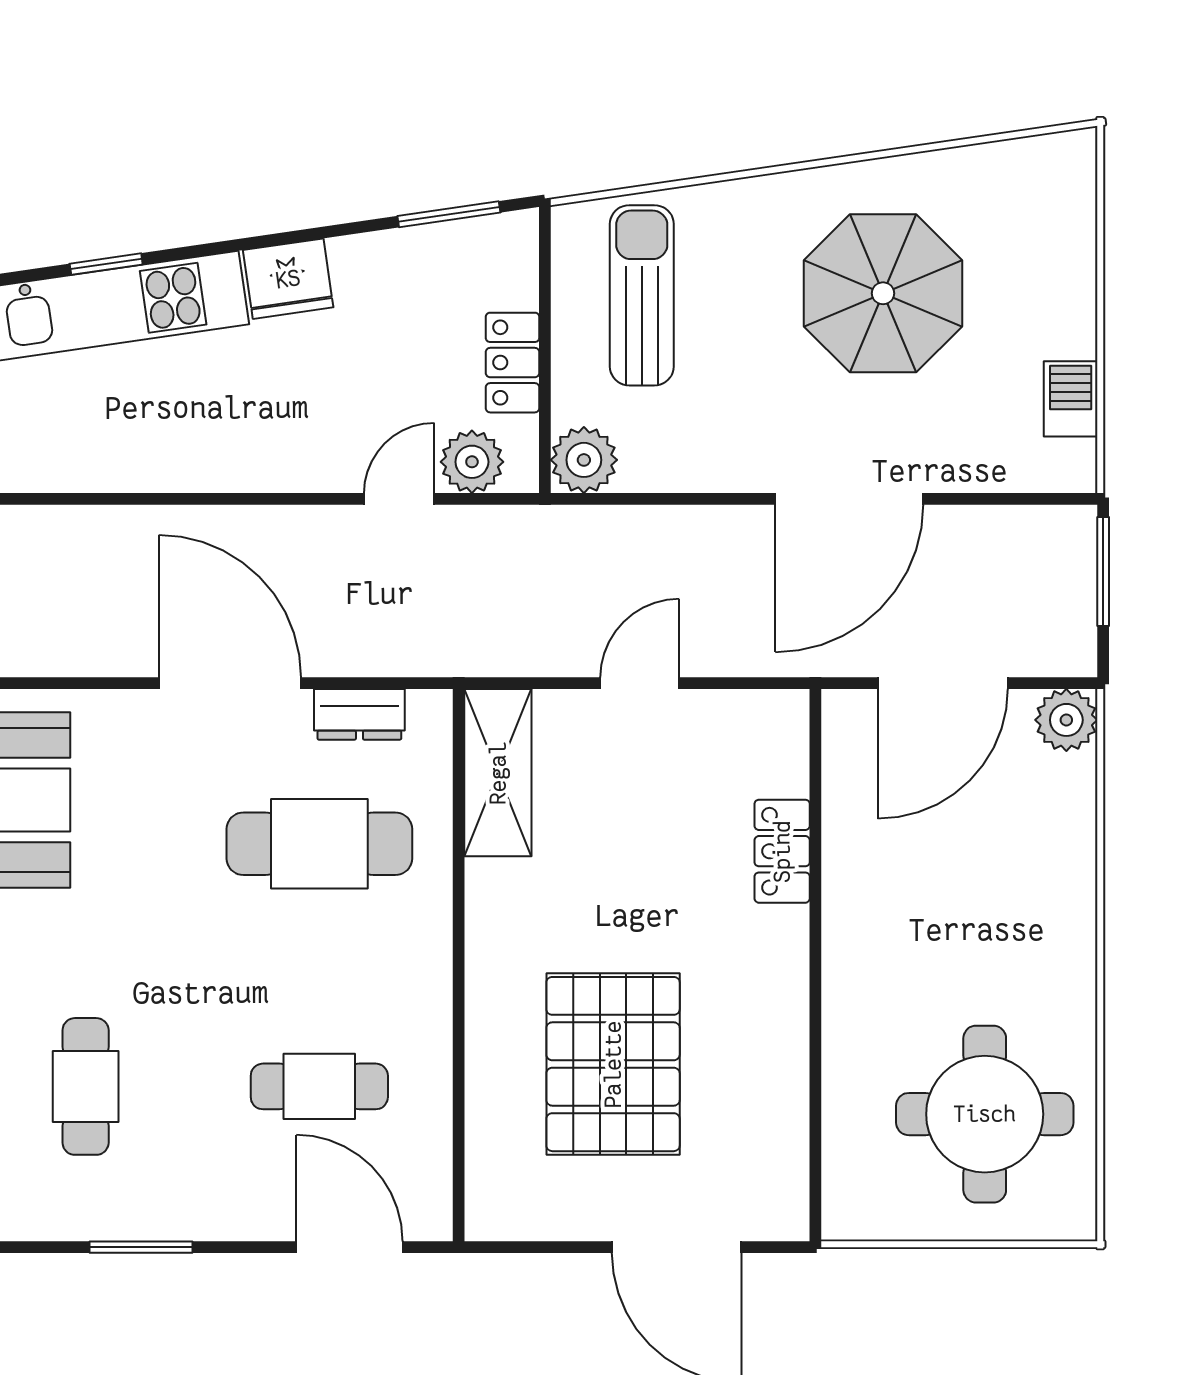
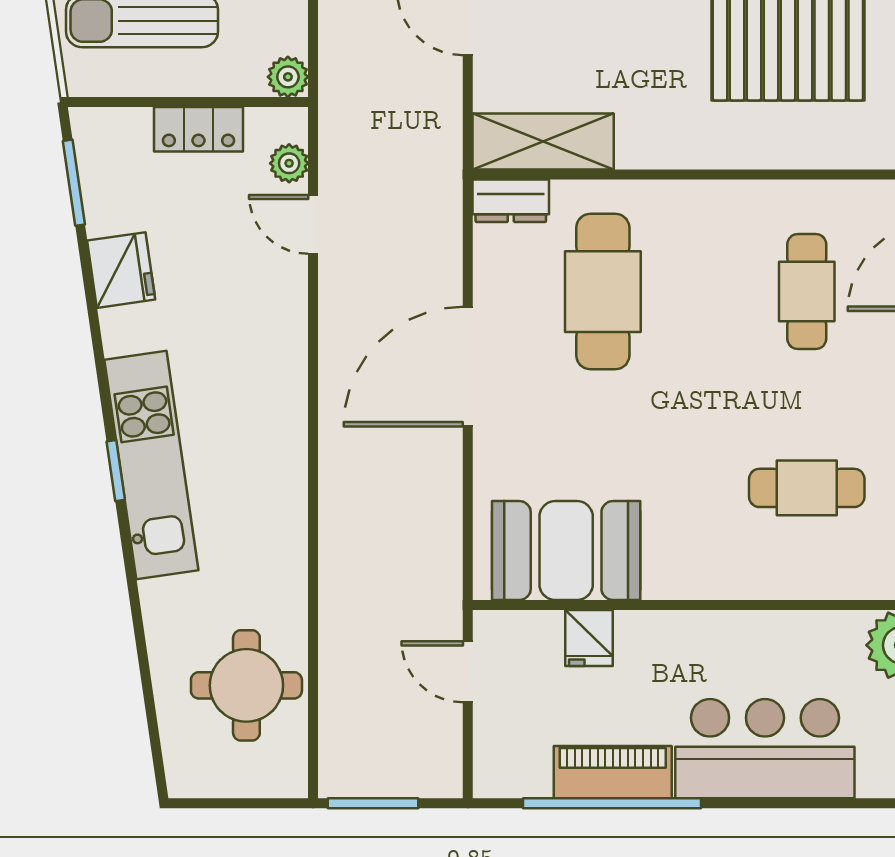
fridge: (288, 279) -> (121, 270), moved
plant: (584, 460) -> (288, 77), width x0.73, depth x0.73
plant: (472, 462) -> (289, 163), width x0.73, depth x0.73
dresser: (359, 714) -> (511, 201), moved, turned 90

